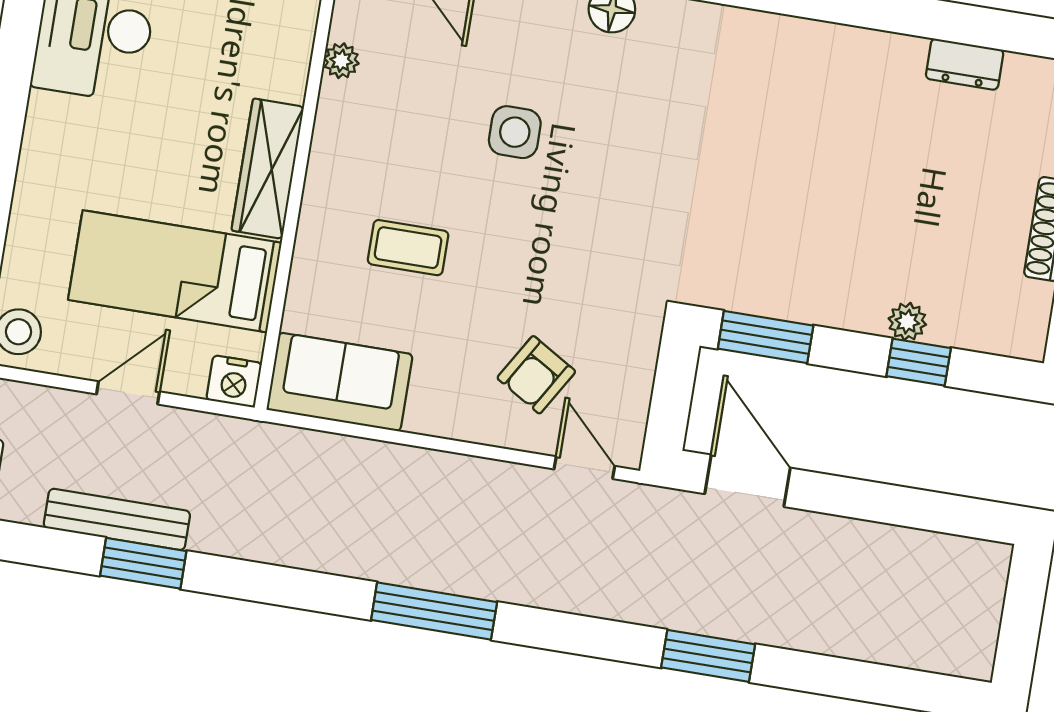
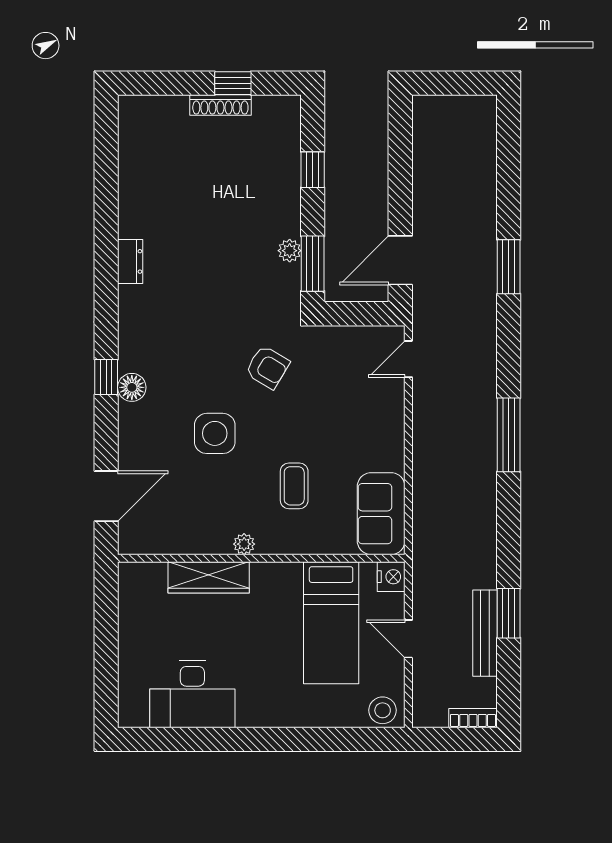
plant: (341, 61) -> (244, 544), moved
dresser: (965, 64) -> (130, 261), moved
side table: (515, 132) -> (215, 433), width x1.37, depth x1.37
wardrobe: (268, 169) -> (209, 577), moved
plant: (907, 322) -> (290, 251), moved
armchair: (536, 375) -> (267, 367), moved

